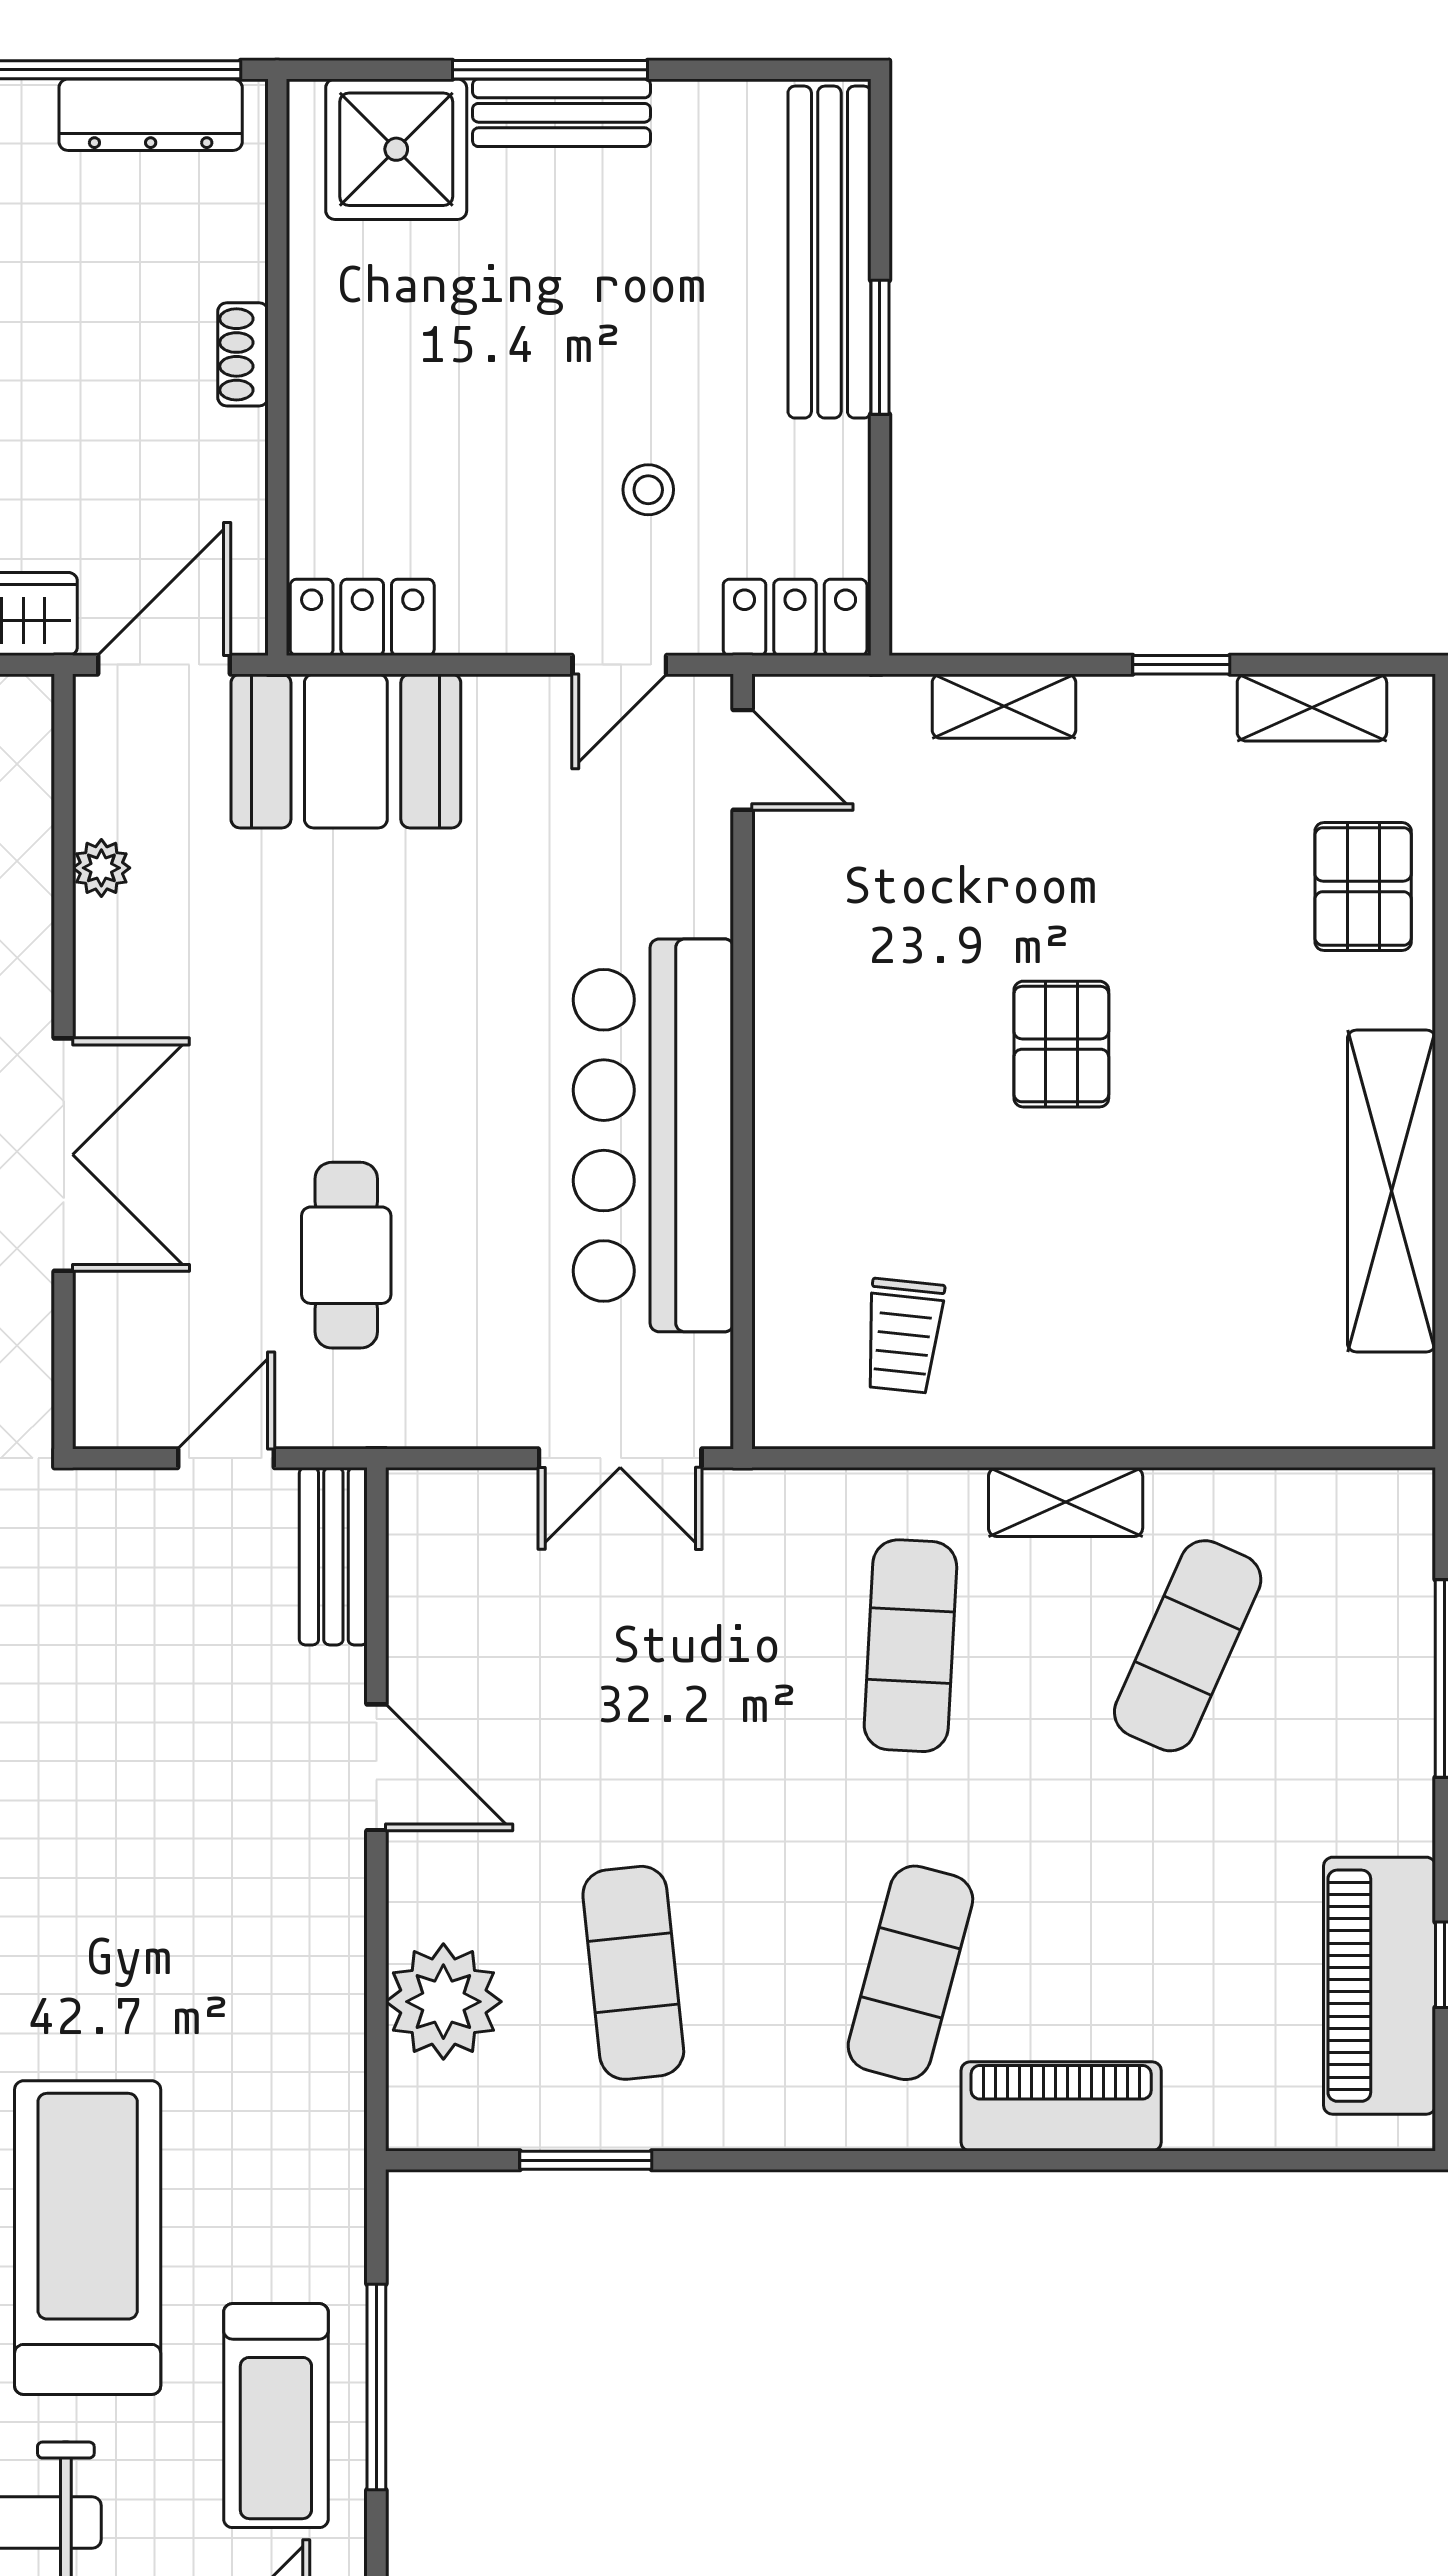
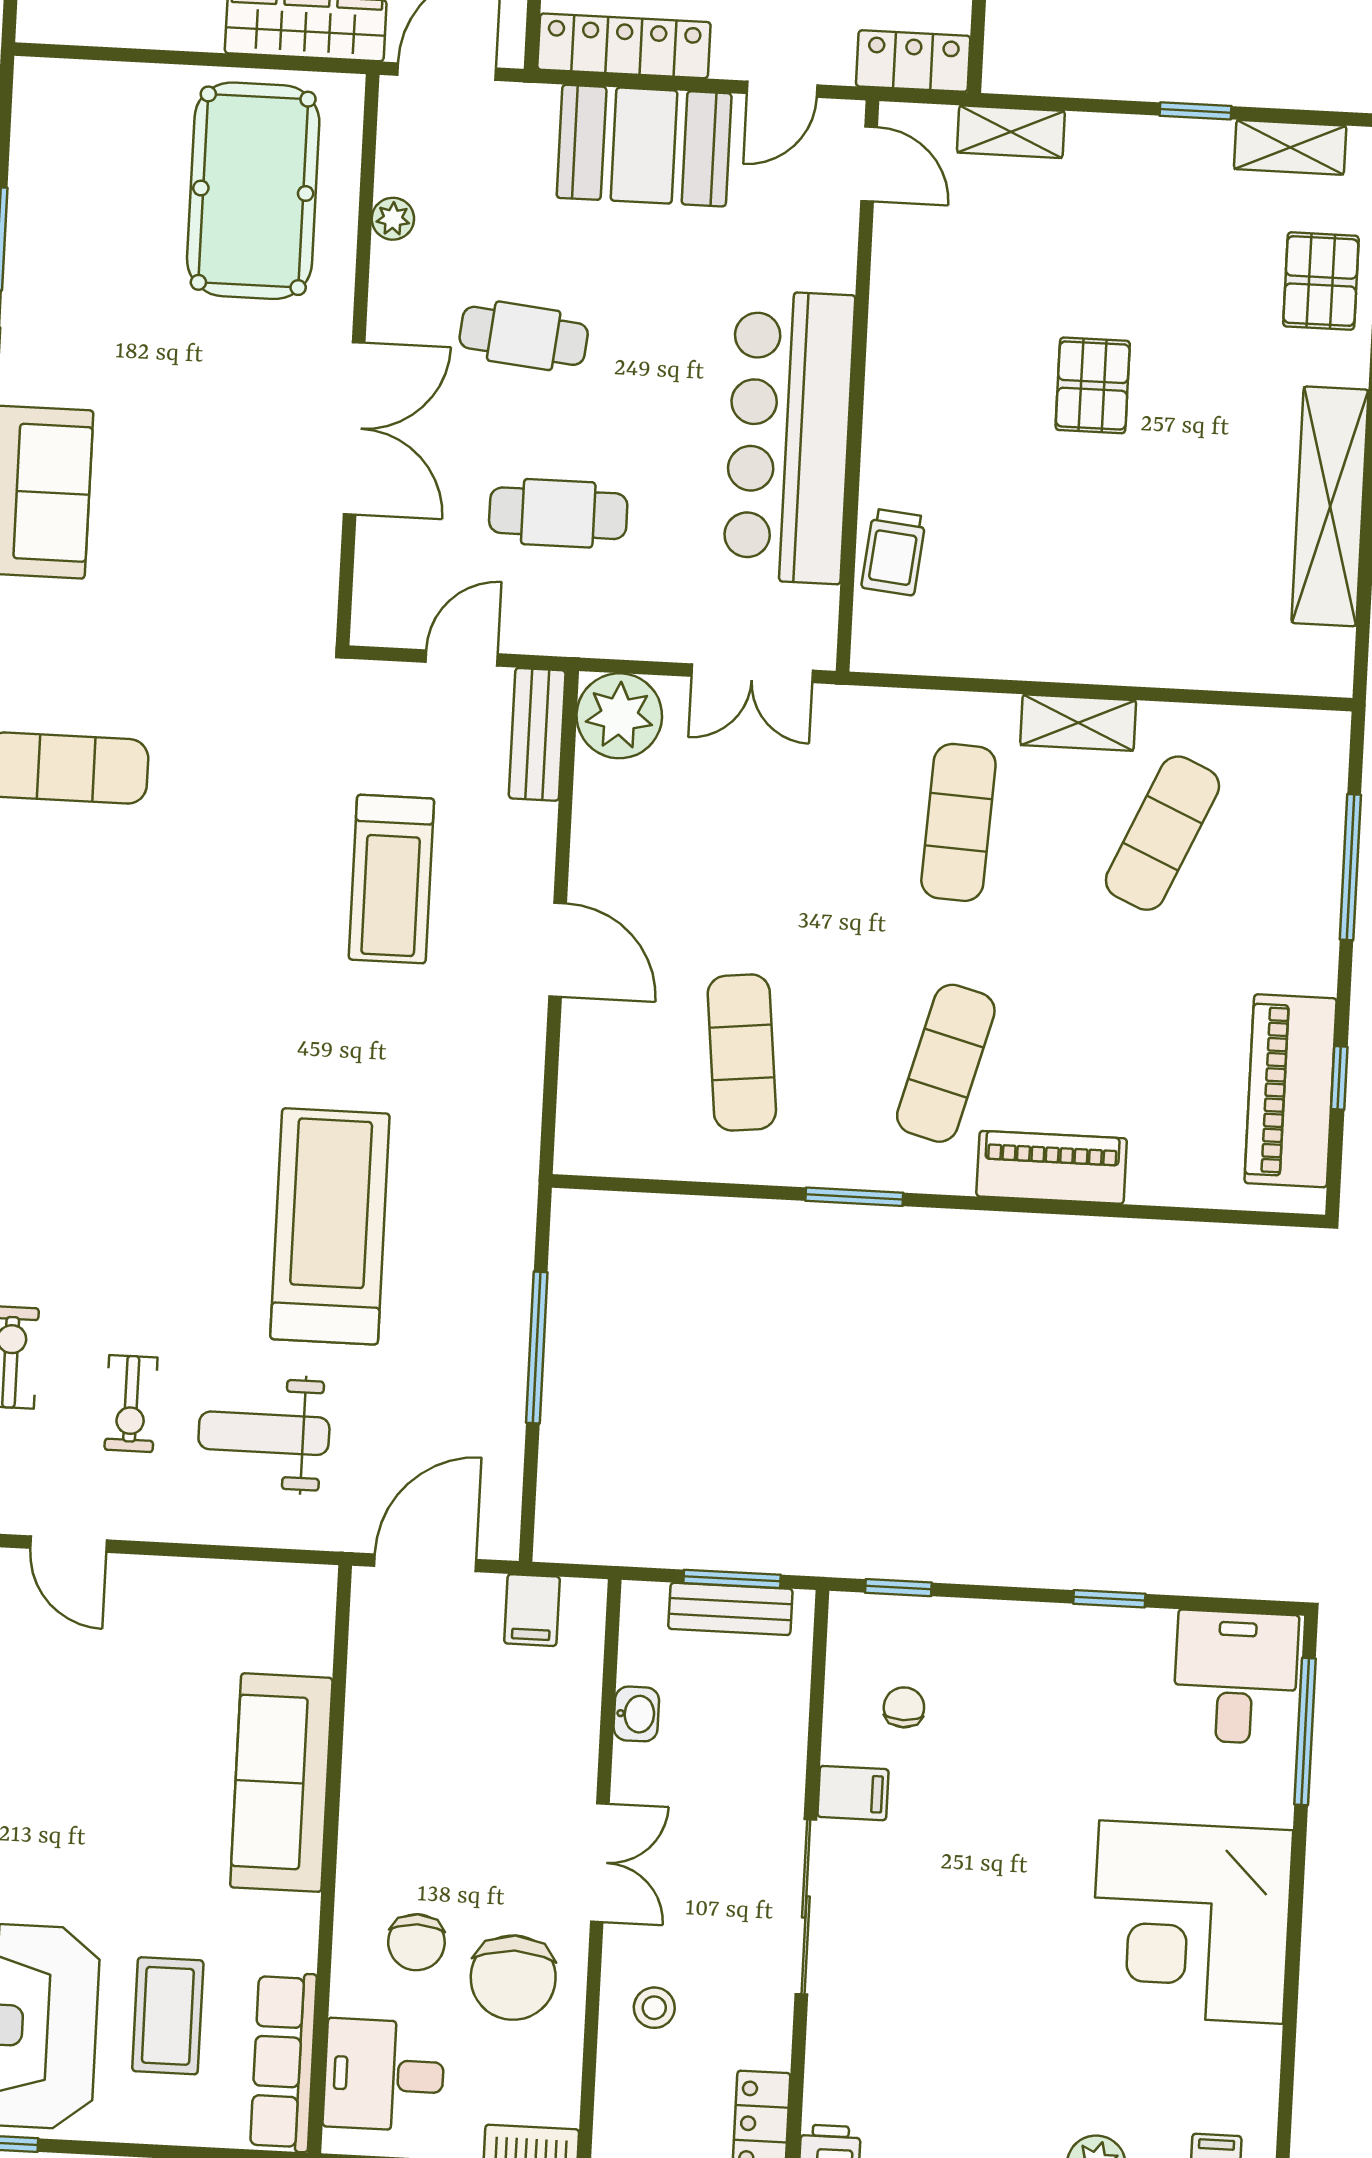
locker: (362, 617) -> (624, 46), width x1.53
shelving: (1004, 706) -> (1011, 132), moved
booth: (346, 751) -> (644, 146), moved
cafe table: (287, 1017) -> (524, 336), added
cafe table: (346, 1255) -> (558, 513), turned 90
trolley: (903, 1336) -> (894, 552), moved
door: (376, 1767) -> (558, 950), moved
plant: (443, 2002) -> (619, 716), moved
window: (586, 2160) -> (854, 1197), moved
treadmill: (276, 2416) -> (391, 879), moved

